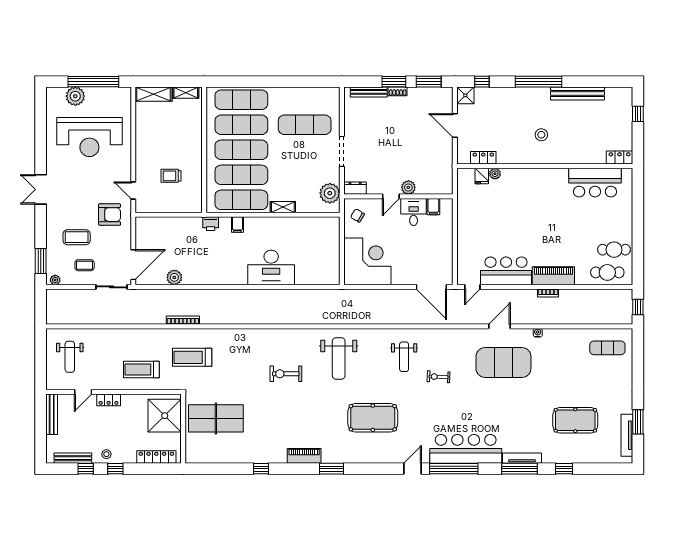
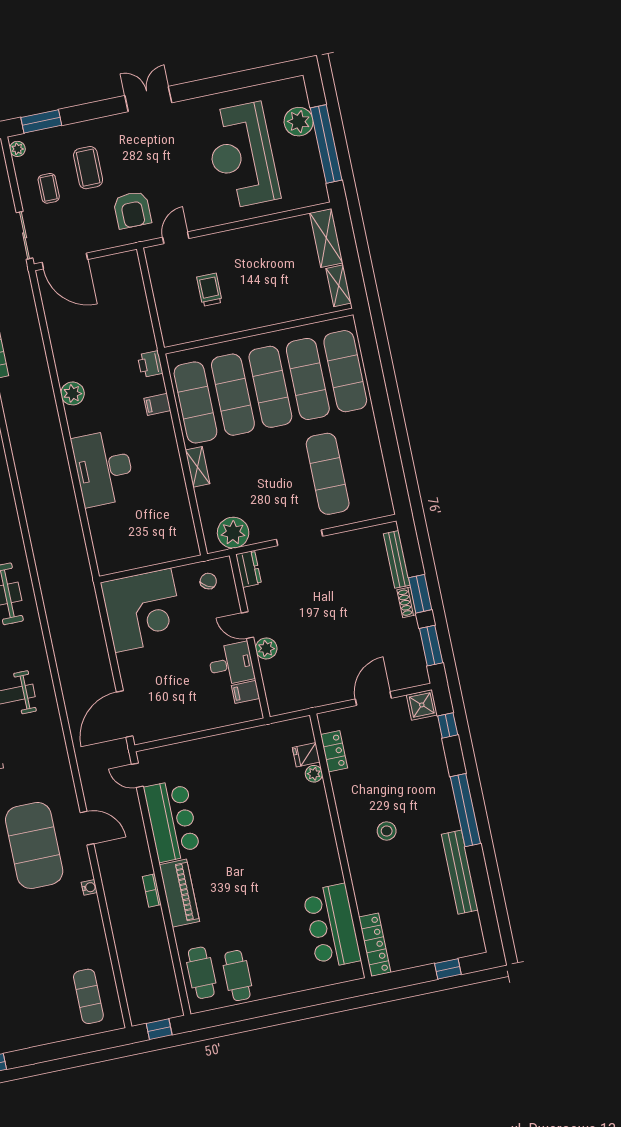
locker: (620, 158) -> (375, 945), width x1.53
plant: (174, 277) -> (73, 393), moved

